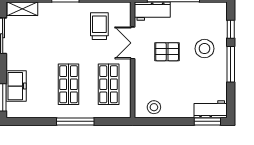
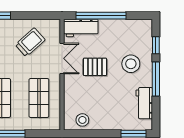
trolley: (99, 26) -> (30, 42), turned 48
double door: (133, 43) -> (62, 58), swing flipped
workbench: (211, 109) -> (144, 103), moved, turned -90

